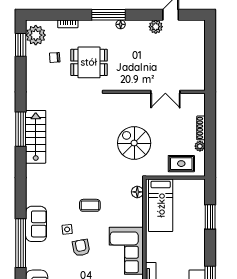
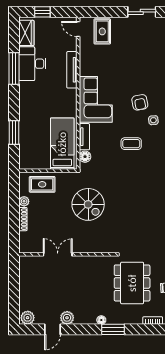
window: (109, 15) -> (113, 329), width x0.69
plant: (196, 27) -> (28, 318), added
dining table: (89, 62) -> (132, 283), width x1.37
tv unit: (138, 212) -> (84, 137), added

